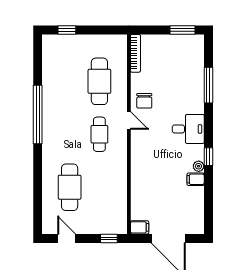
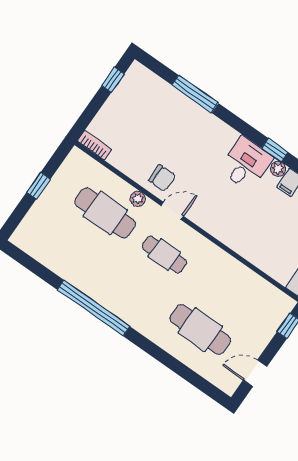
window: (67, 30) -> (38, 186), moved
window: (182, 30) -> (113, 80), width x0.67
bookcase: (135, 53) -> (94, 145), width x0.64
plant: (122, 95) -> (138, 199), added
desk: (188, 129) -> (246, 164), moved

